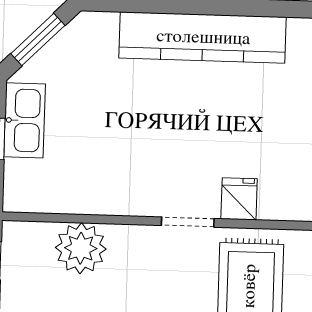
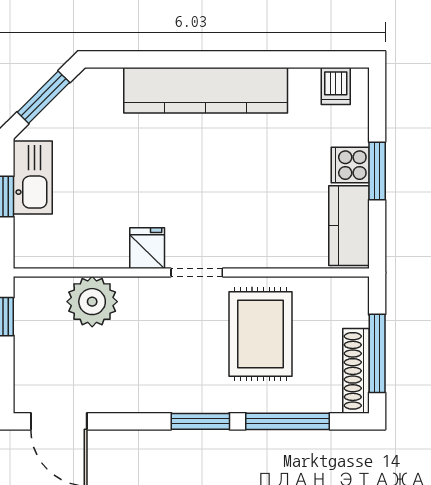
fridge: (239, 199) -> (147, 248), moved

